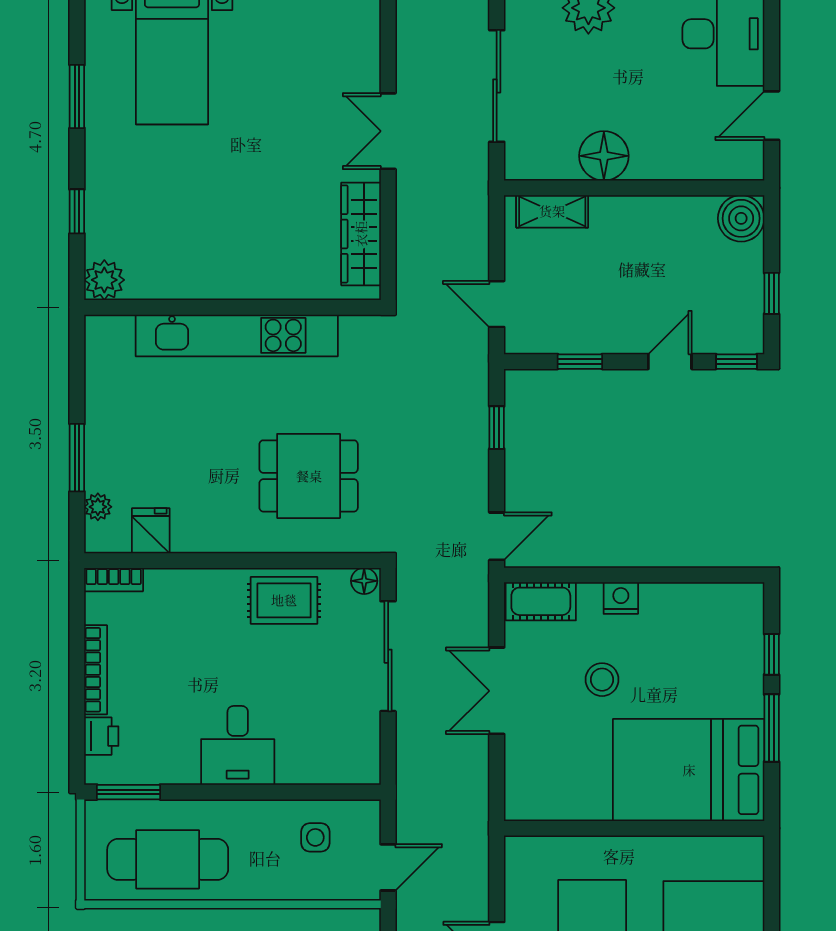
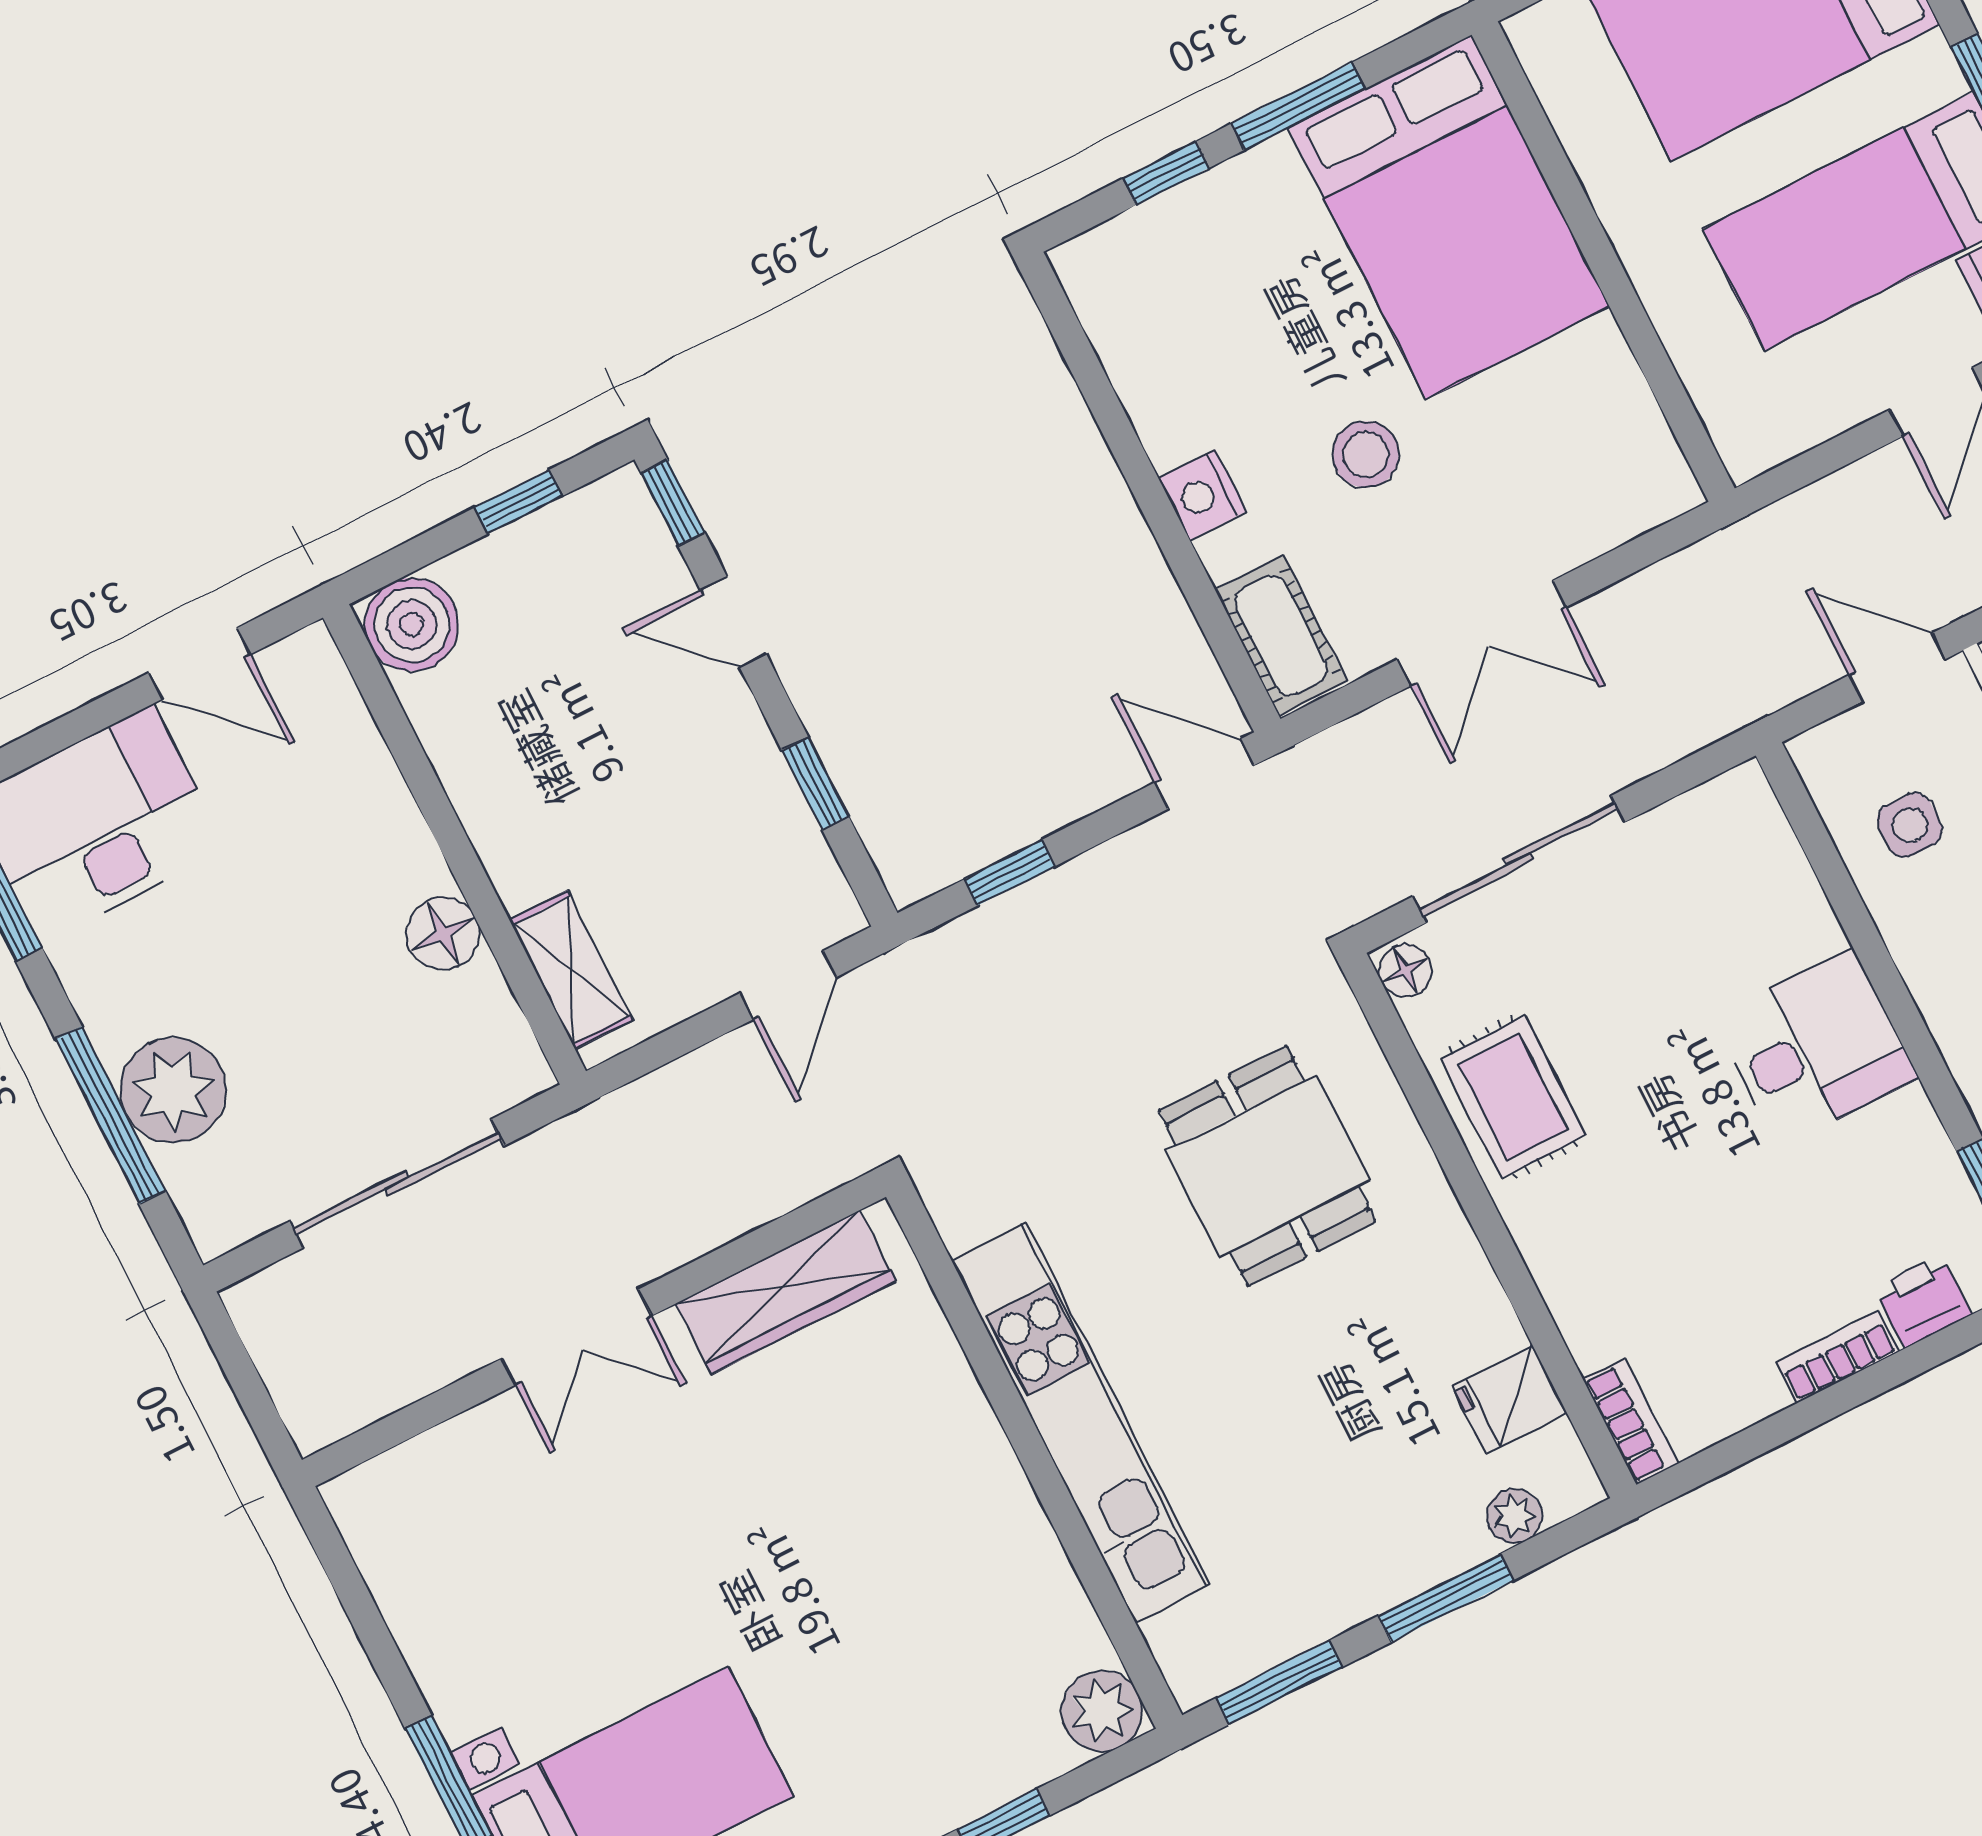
floor lamp: (604, 156) -> (443, 934), width x0.73, depth x0.73
window: (77, 365) -> (1279, 1683), added
bookcase: (96, 670) -> (1838, 1357), width x0.64

